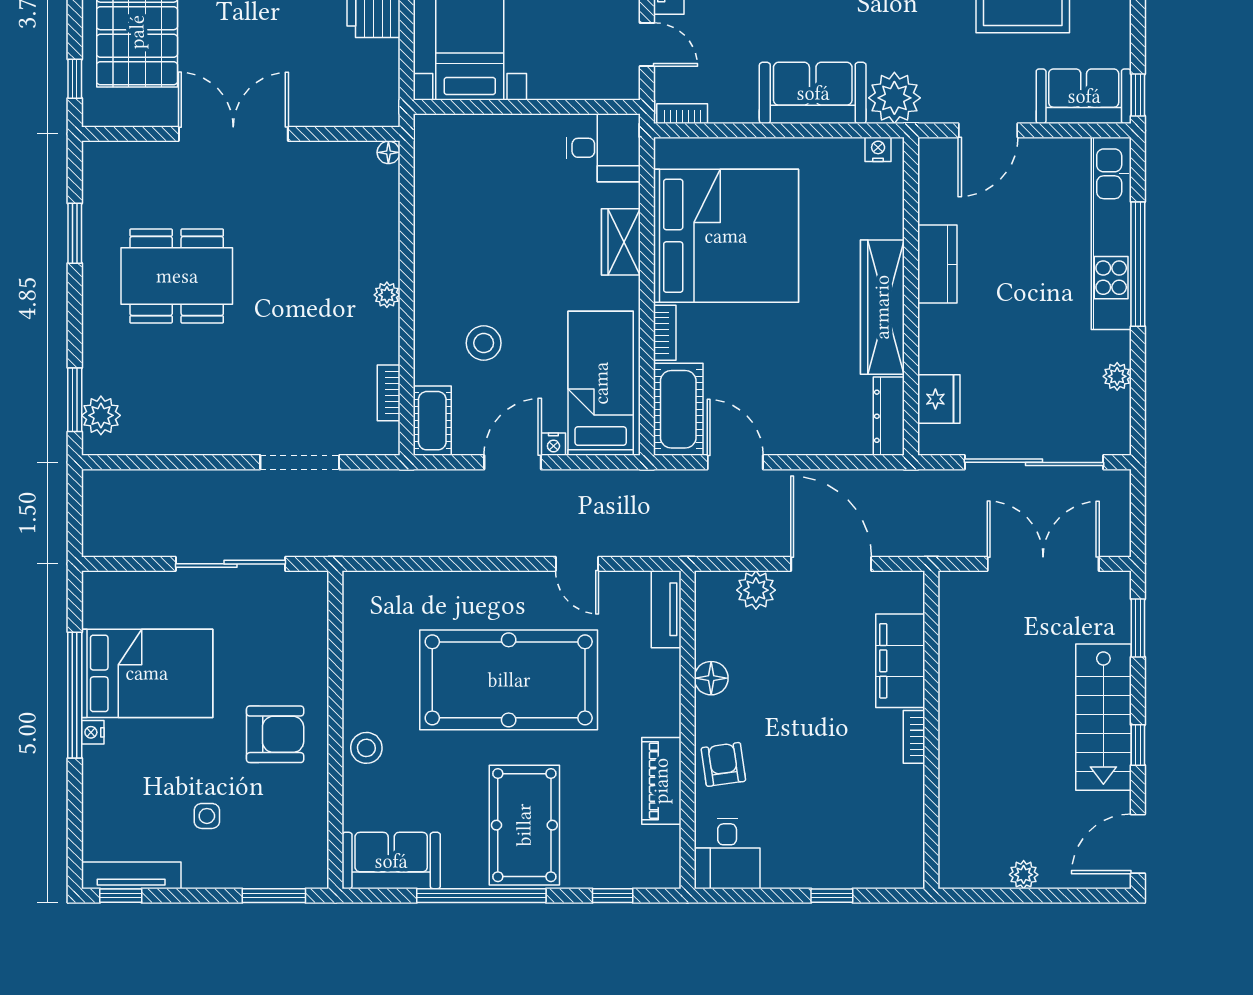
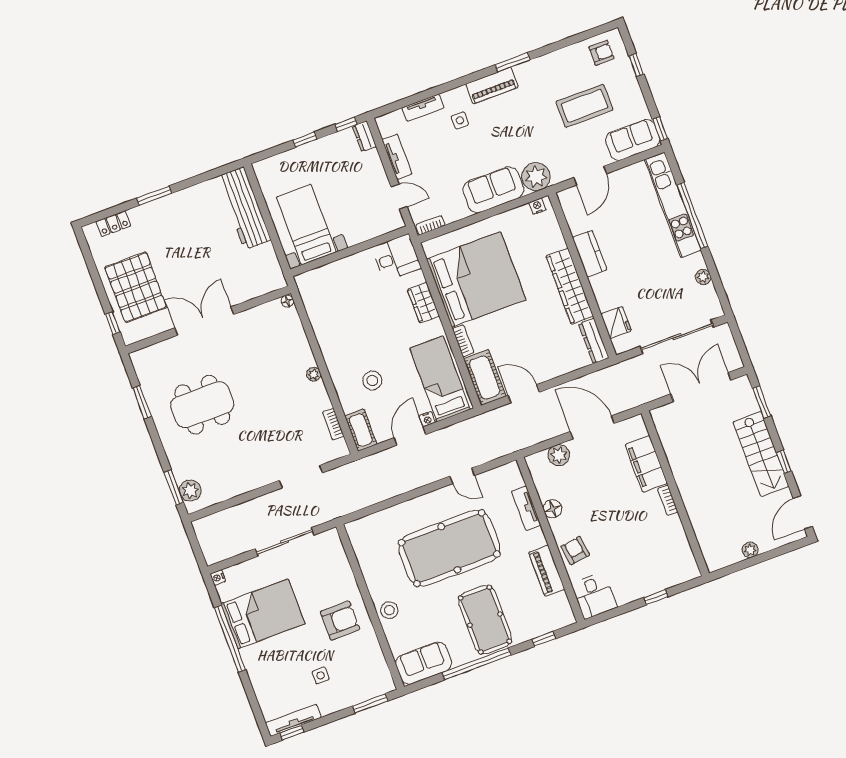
tv unit: (666, 609) -> (526, 508), moved
nightstand: (93, 732) -> (218, 578), moved

